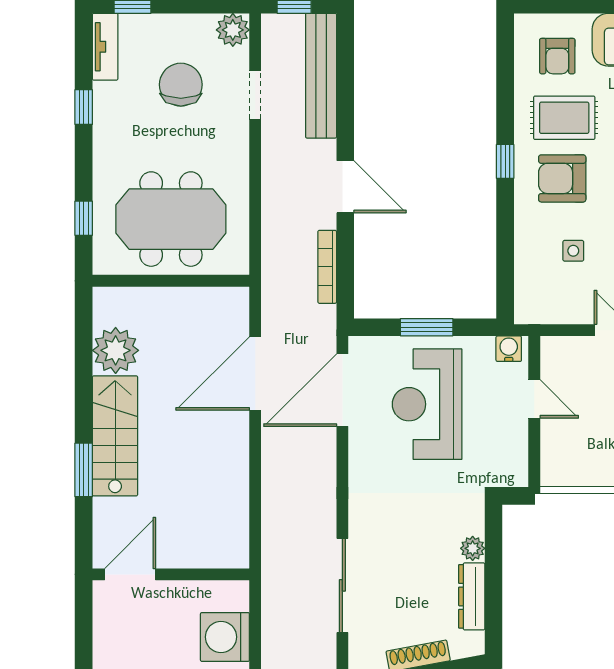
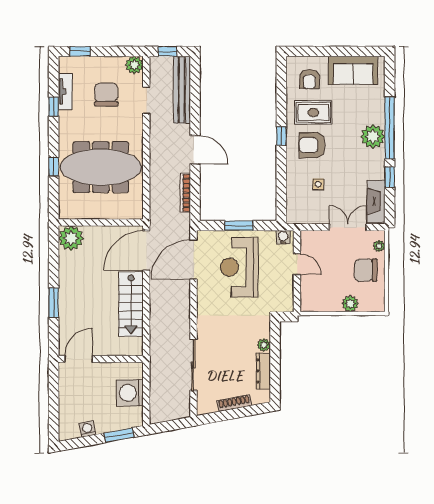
tv unit: (105, 47) -> (65, 92), moved
meeting table: (171, 219) -> (101, 167), width x1.36
wall: (171, 281) -> (101, 222), moved
stairs: (115, 436) -> (131, 304), moved, turned 180

